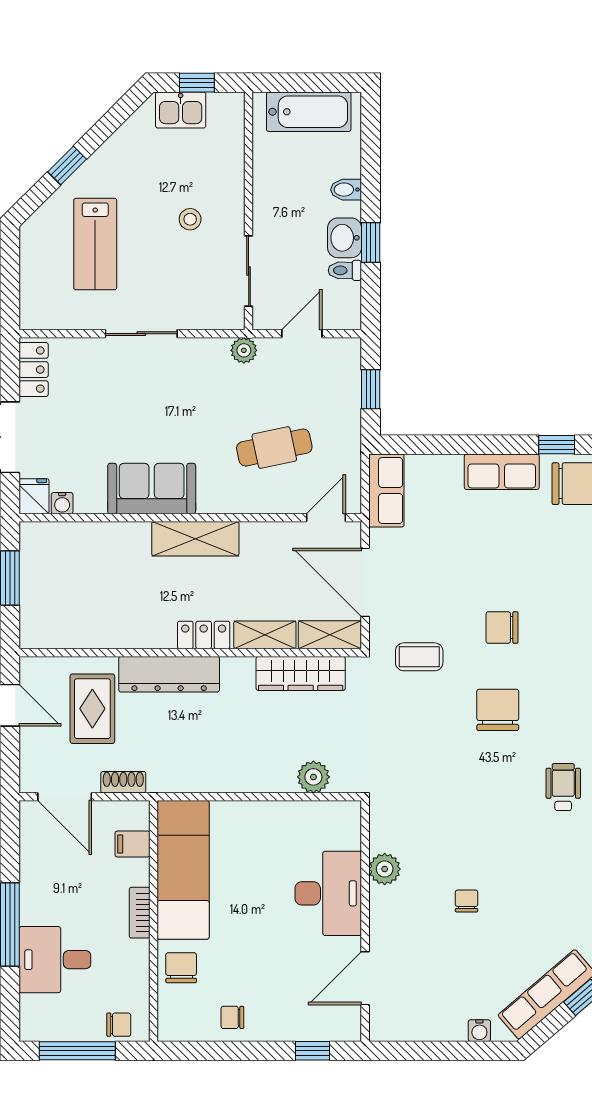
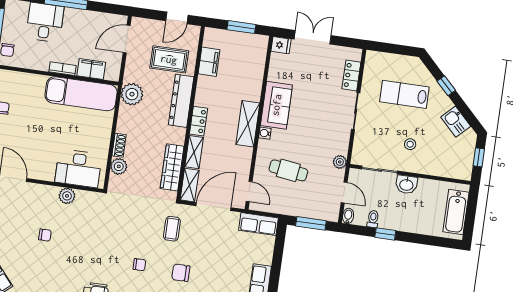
kitchen sink: (181, 110) -> (456, 122), moved, turned -45
bidet: (346, 190) -> (348, 216), moved
washbasin: (345, 238) -> (406, 185), moved, turned 180
locker: (34, 370) -> (351, 75), moved, turned 90
window: (371, 389) -> (311, 223), width x1.50
cafe table: (274, 448) -> (288, 170), turned -70
water cooler: (62, 503) -> (265, 133), moved
chair: (502, 628) -> (181, 273), turned -90
filing cabinet: (86, 631) -> (209, 62), added
chair: (498, 710) -> (139, 265), width x0.54, depth x0.54
plant: (170, 771) -> (132, 94), added
shoe rack: (123, 782) -> (119, 145), moved
filing cabinet: (132, 844) -> (91, 69), width x2.00
desk: (328, 893) -> (78, 168), moved
chair: (181, 968) -> (32, 86), removed

